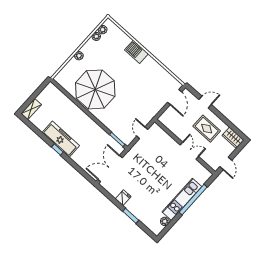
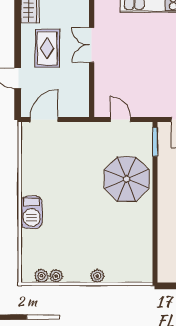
parasol: (95, 89) -> (127, 179), moved, width x0.73, depth x0.73
door: (142, 133) -> (120, 119), swing flipped

